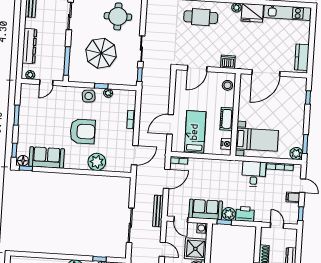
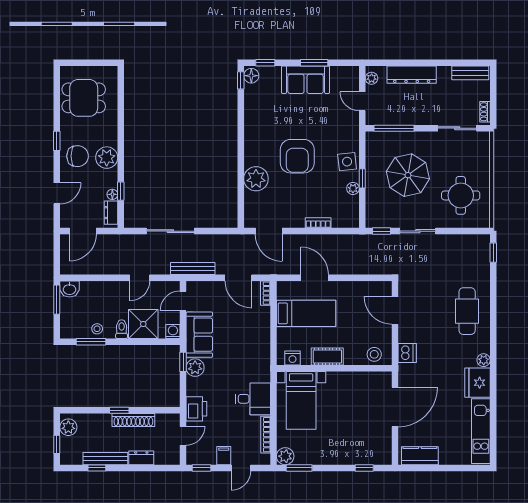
door: (266, 73) -> (395, 407), swing flipped
sofa: (47, 157) -> (306, 80), moved, turned 90
printer: (245, 214) -> (196, 409), moved

